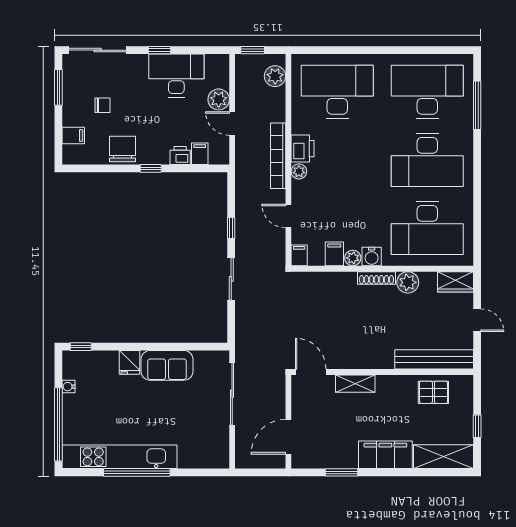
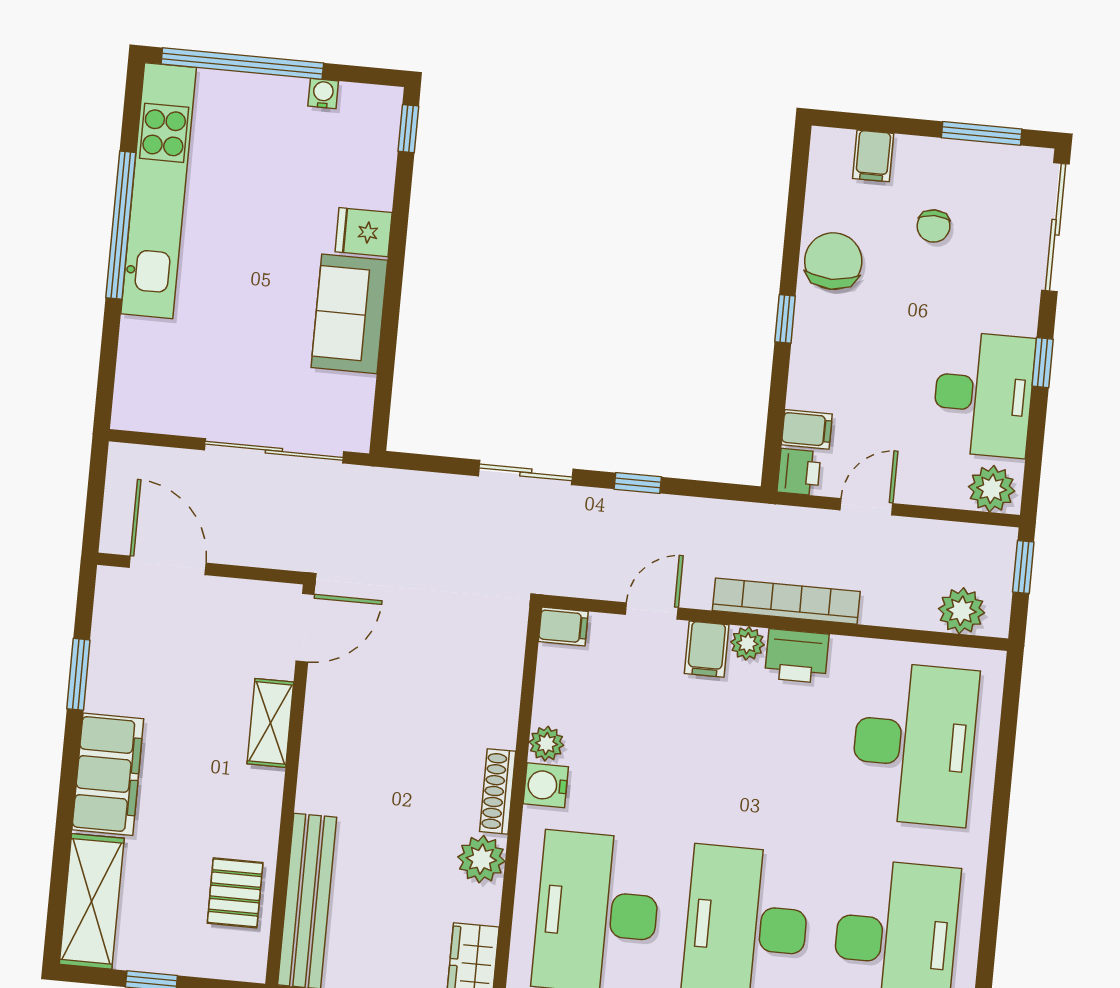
plant: (219, 99) -> (992, 489), moved
chair: (123, 149) -> (833, 261), turned -90
printer: (180, 155) -> (799, 472), moved
filing cabinet: (334, 254) -> (707, 649), moved, turned 90

